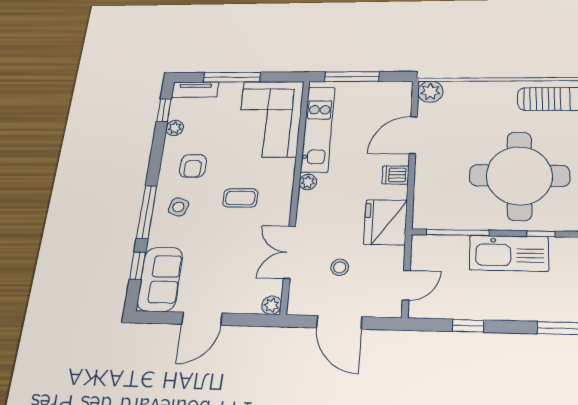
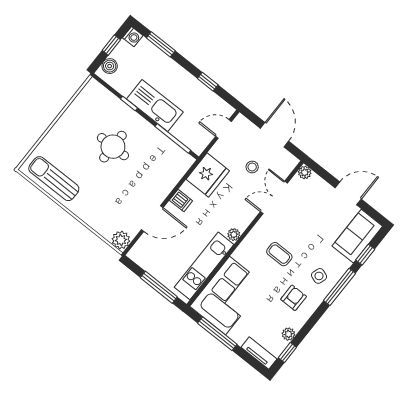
window: (232, 77) -> (217, 334), moved
round table: (519, 176) -> (113, 147), width x0.54, depth x0.54
double door: (289, 252) -> (274, 197), swing flipped

